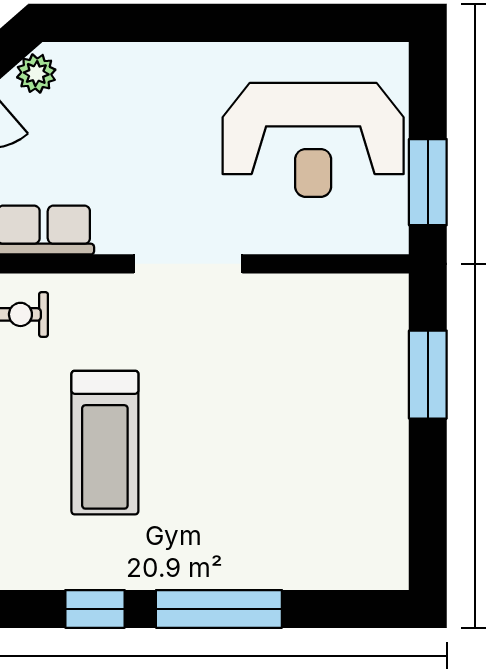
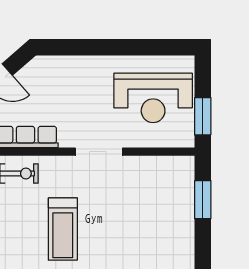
plant: (36, 73) -> (33, 69), removed

